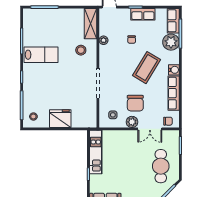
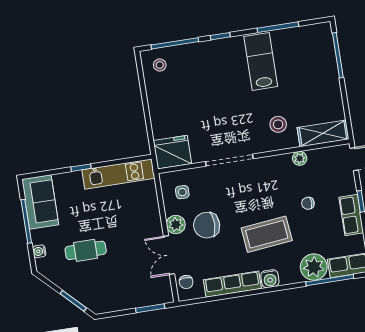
lab bench: (41, 55) -> (261, 61), turned 180
coffee table: (147, 68) -> (267, 234), turned -37
fridge: (60, 119) -> (172, 152), moved, turned -90
cafe table: (161, 166) -> (86, 250), moved, width x0.73, depth x0.74

